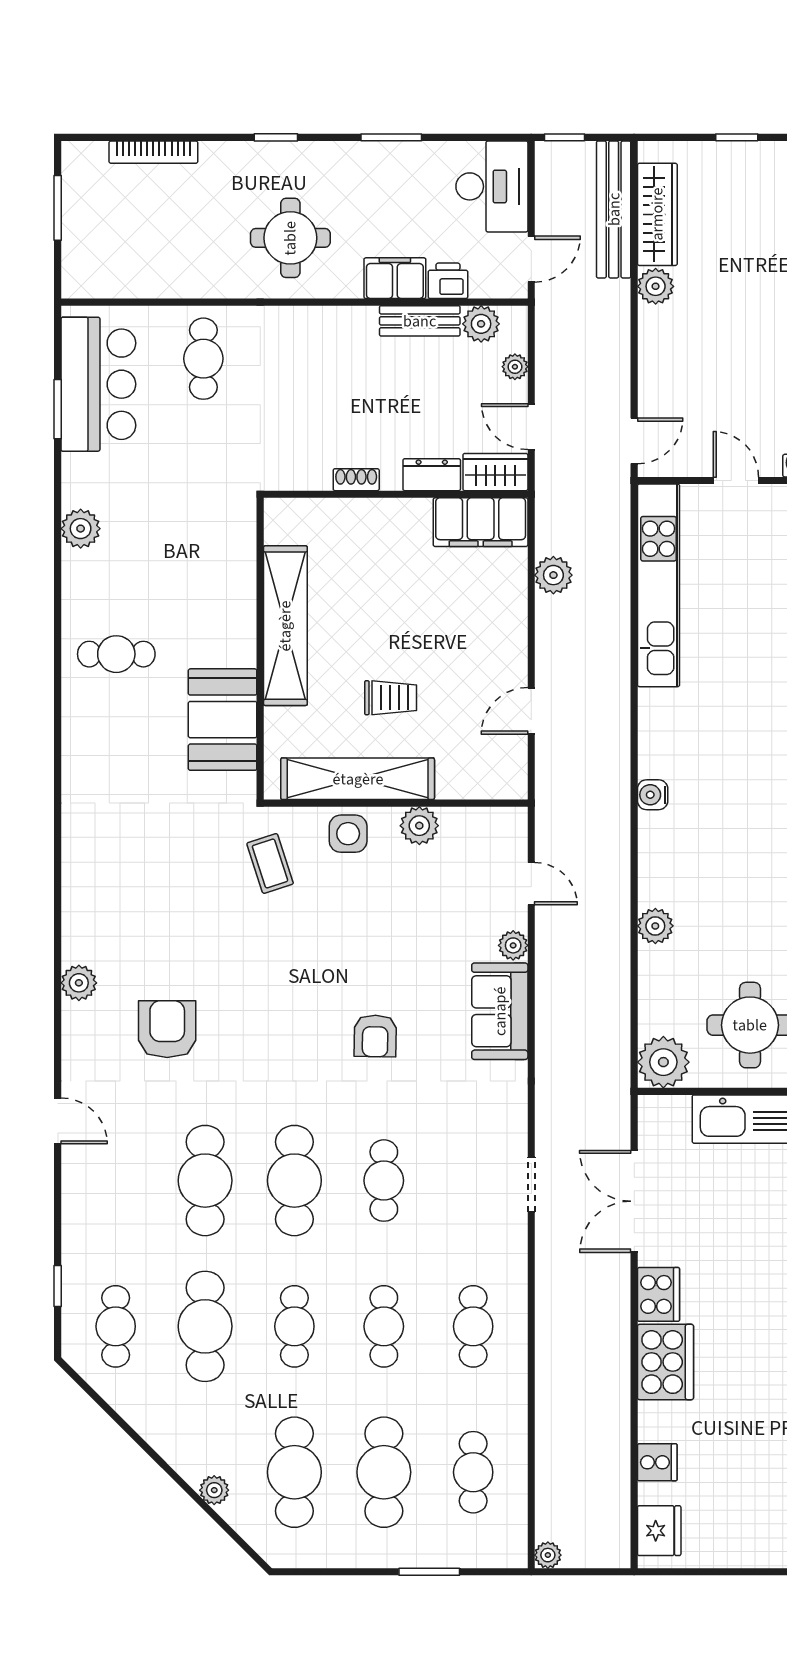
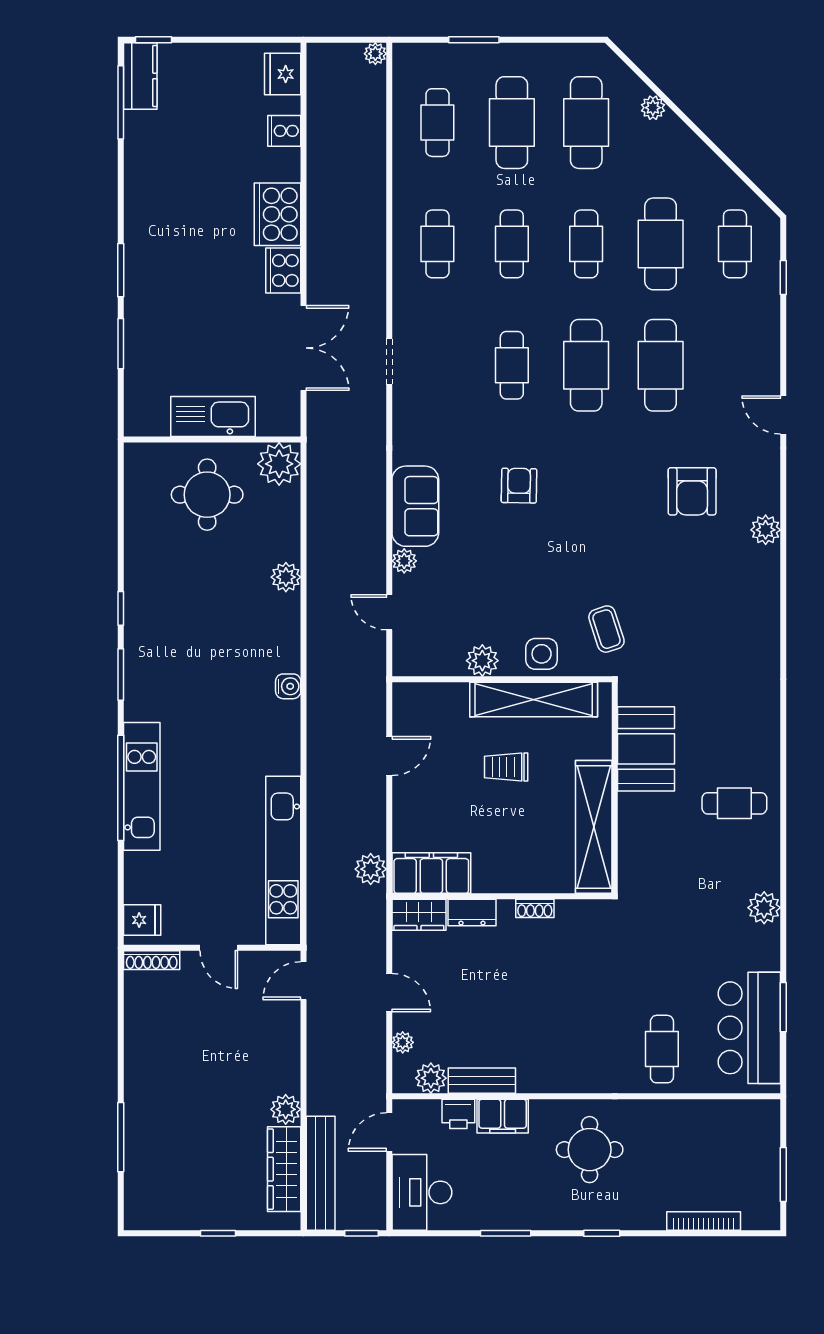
wardrobe: (495, 472) -> (419, 915), moved
dresser: (432, 475) -> (472, 913), moved
shoe rack: (356, 480) -> (535, 908), moved
wall: (396, 494) -> (502, 896), moved
filing cabinet: (481, 522) -> (431, 873), moved

